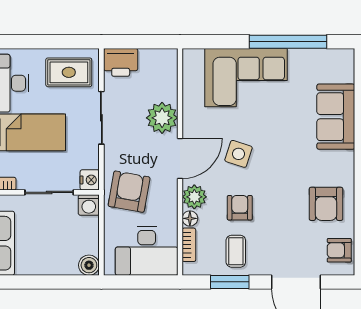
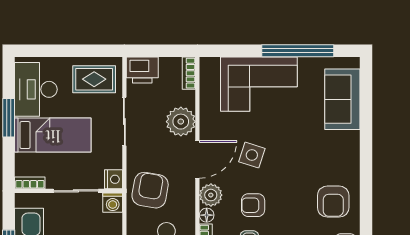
bookcase: (171, 66) -> (189, 73), added
sofa: (336, 117) -> (342, 99), moved
armchair: (240, 208) -> (253, 205), turned -90

